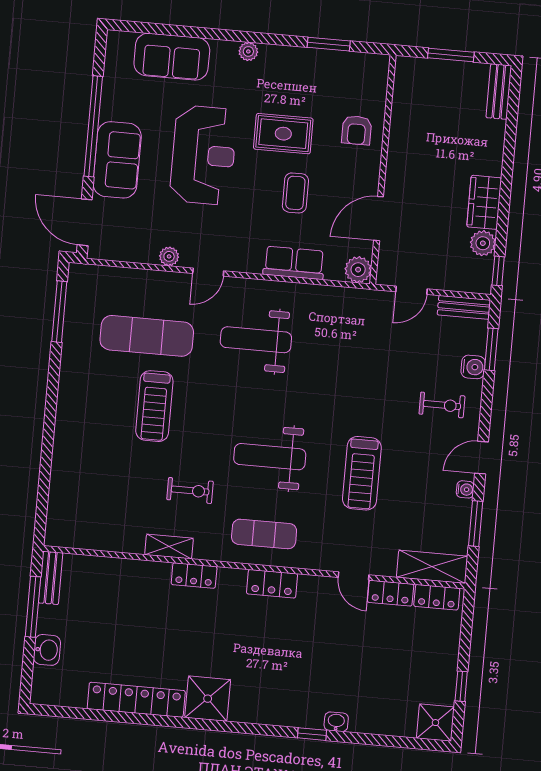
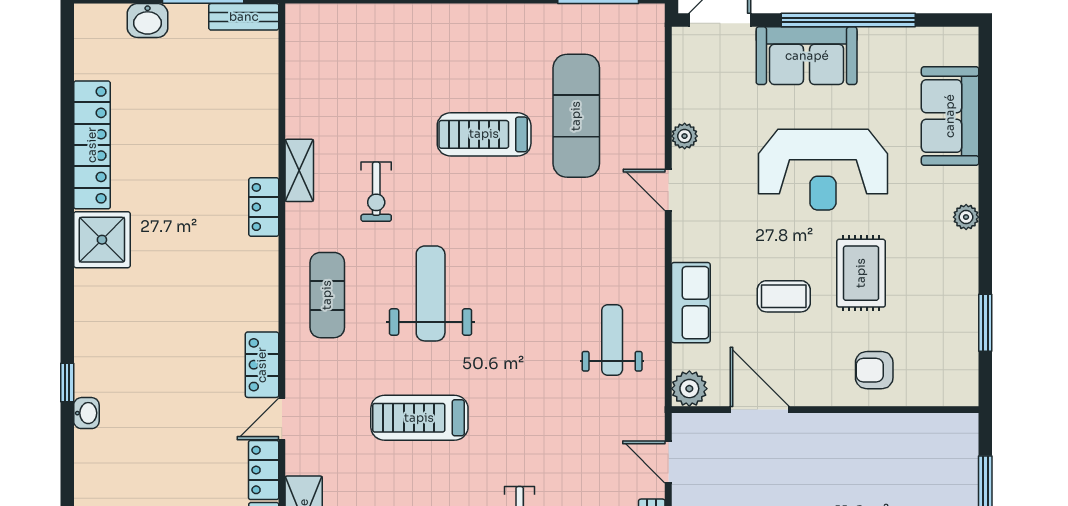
weight bench: (256, 340) -> (612, 340), moved, width x0.73, depth x0.75
locker: (272, 584) -> (262, 365), moved

